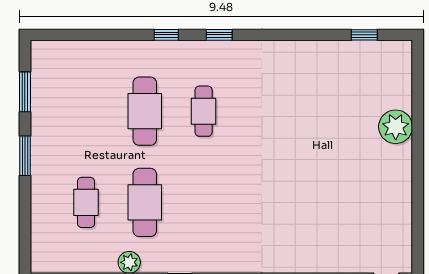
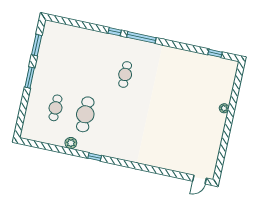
window: (219, 35) -> (141, 37), width x2.17
cafe table: (145, 111) -> (95, 68), removed
plant: (396, 127) -> (224, 108), width x0.53, depth x0.53

